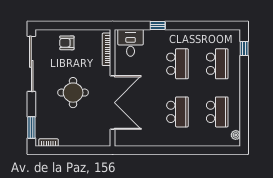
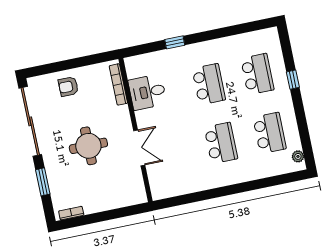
desk: (131, 43) -> (147, 92), moved, turned -90
window: (244, 48) -> (293, 80), moved
double door: (113, 103) -> (139, 148), width x0.54
window: (31, 128) -> (43, 182), moved

